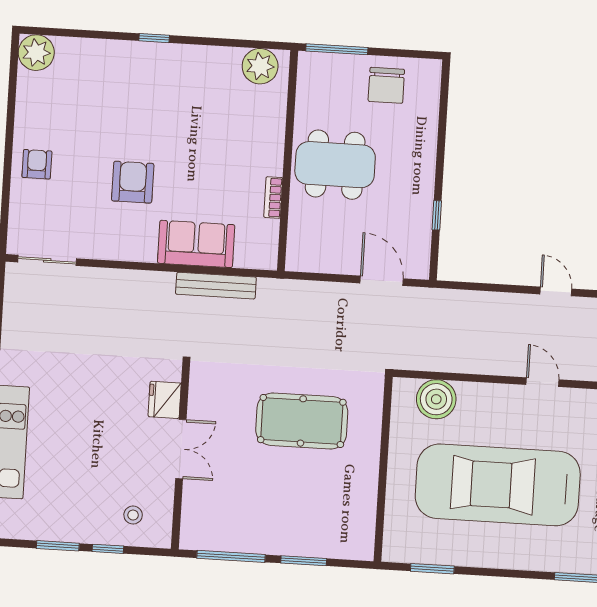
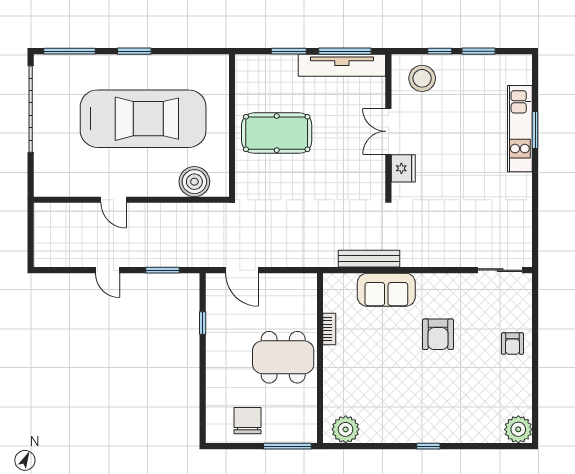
window: (484, 287) -> (163, 270), added
pool table: (302, 421) -> (277, 133), moved
stool: (133, 515) -> (422, 78), width x1.89, depth x1.89
tv unit: (236, 538) -> (342, 65), added
window: (432, 569) -> (134, 51), moved

